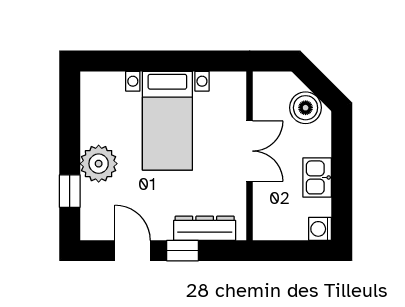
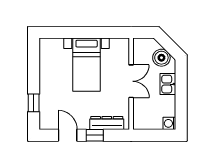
plant: (99, 164) -> (49, 88), removed
kitchen sink: (317, 177) -> (168, 84), moved

